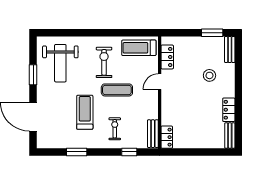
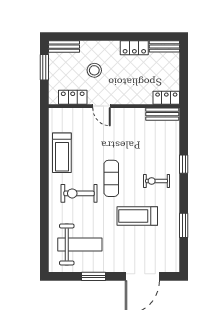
locker: (167, 57) -> (73, 97), moved
door: (160, 82) -> (101, 106), moved
wall: (160, 92) -> (114, 106), moved
bench: (153, 134) -> (162, 114), moved
locker: (167, 137) -> (166, 98), moved

